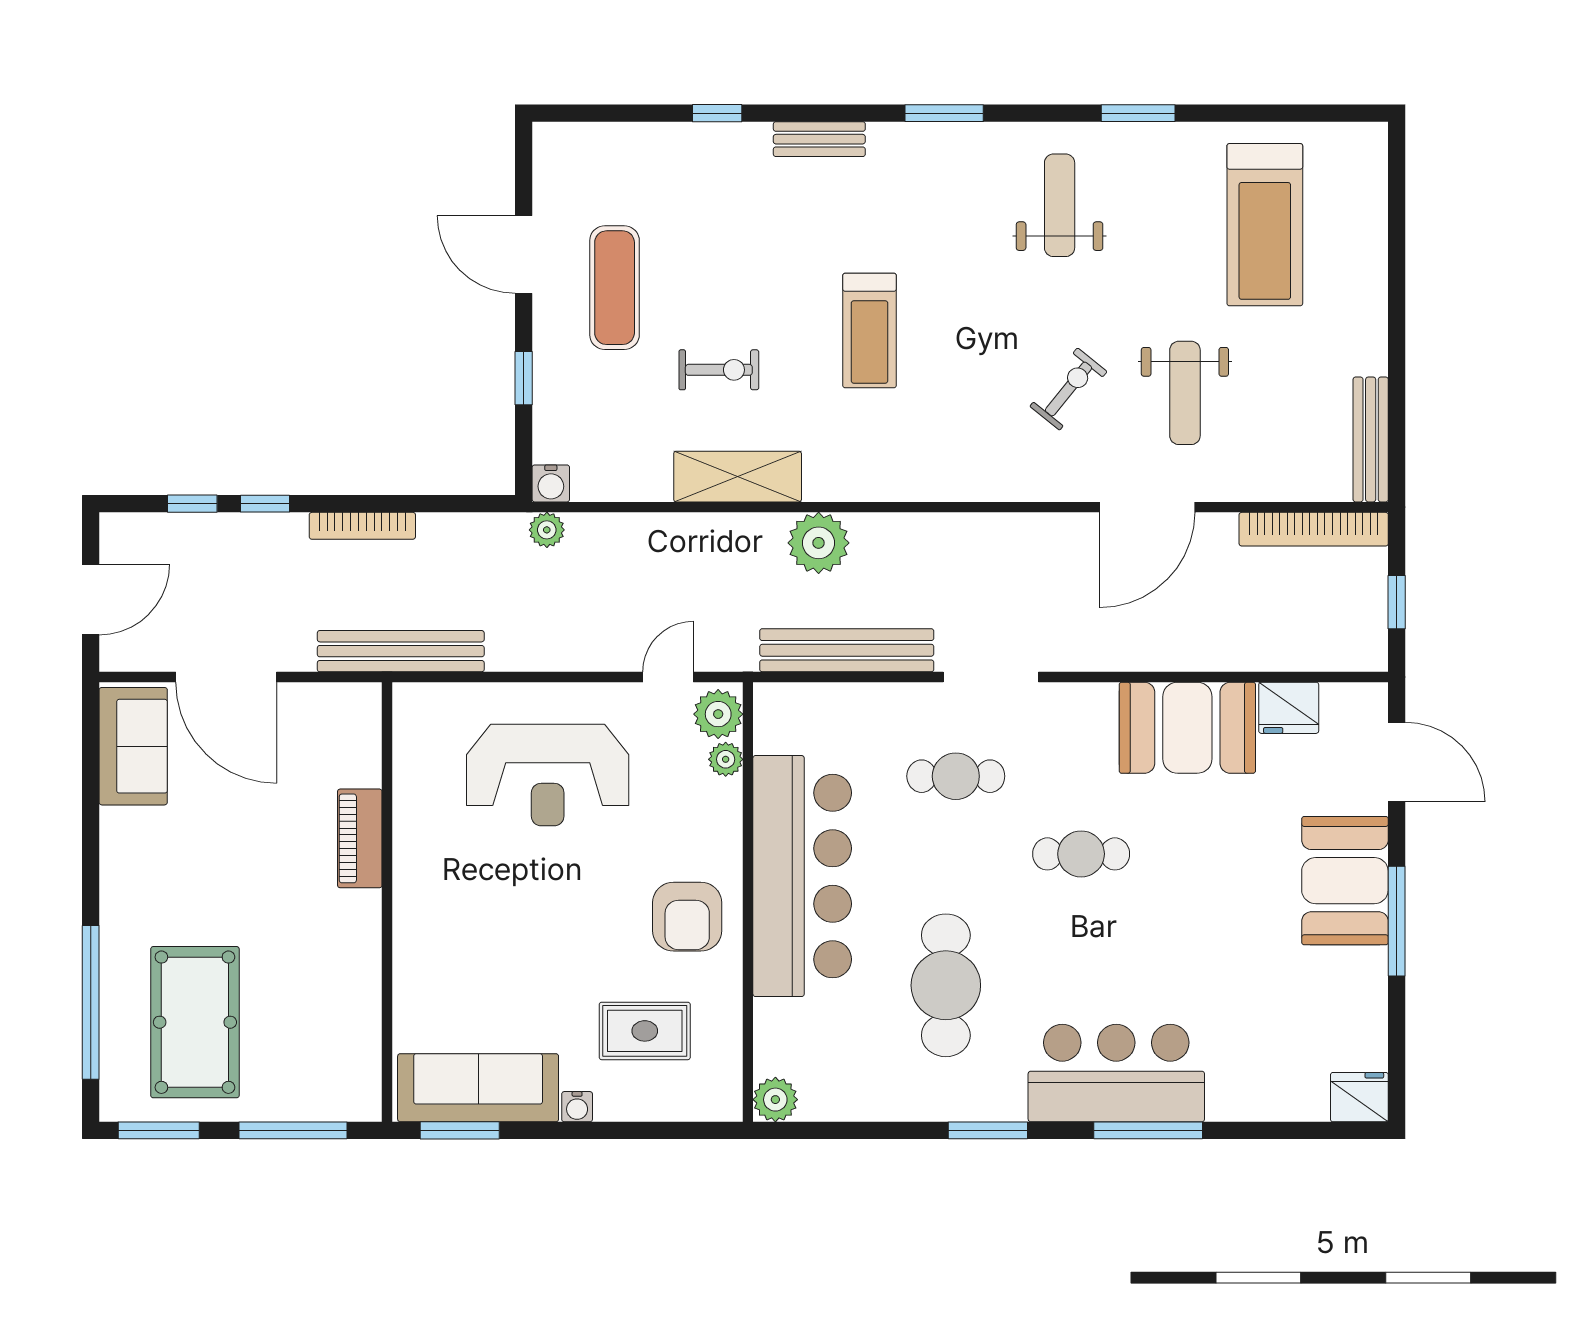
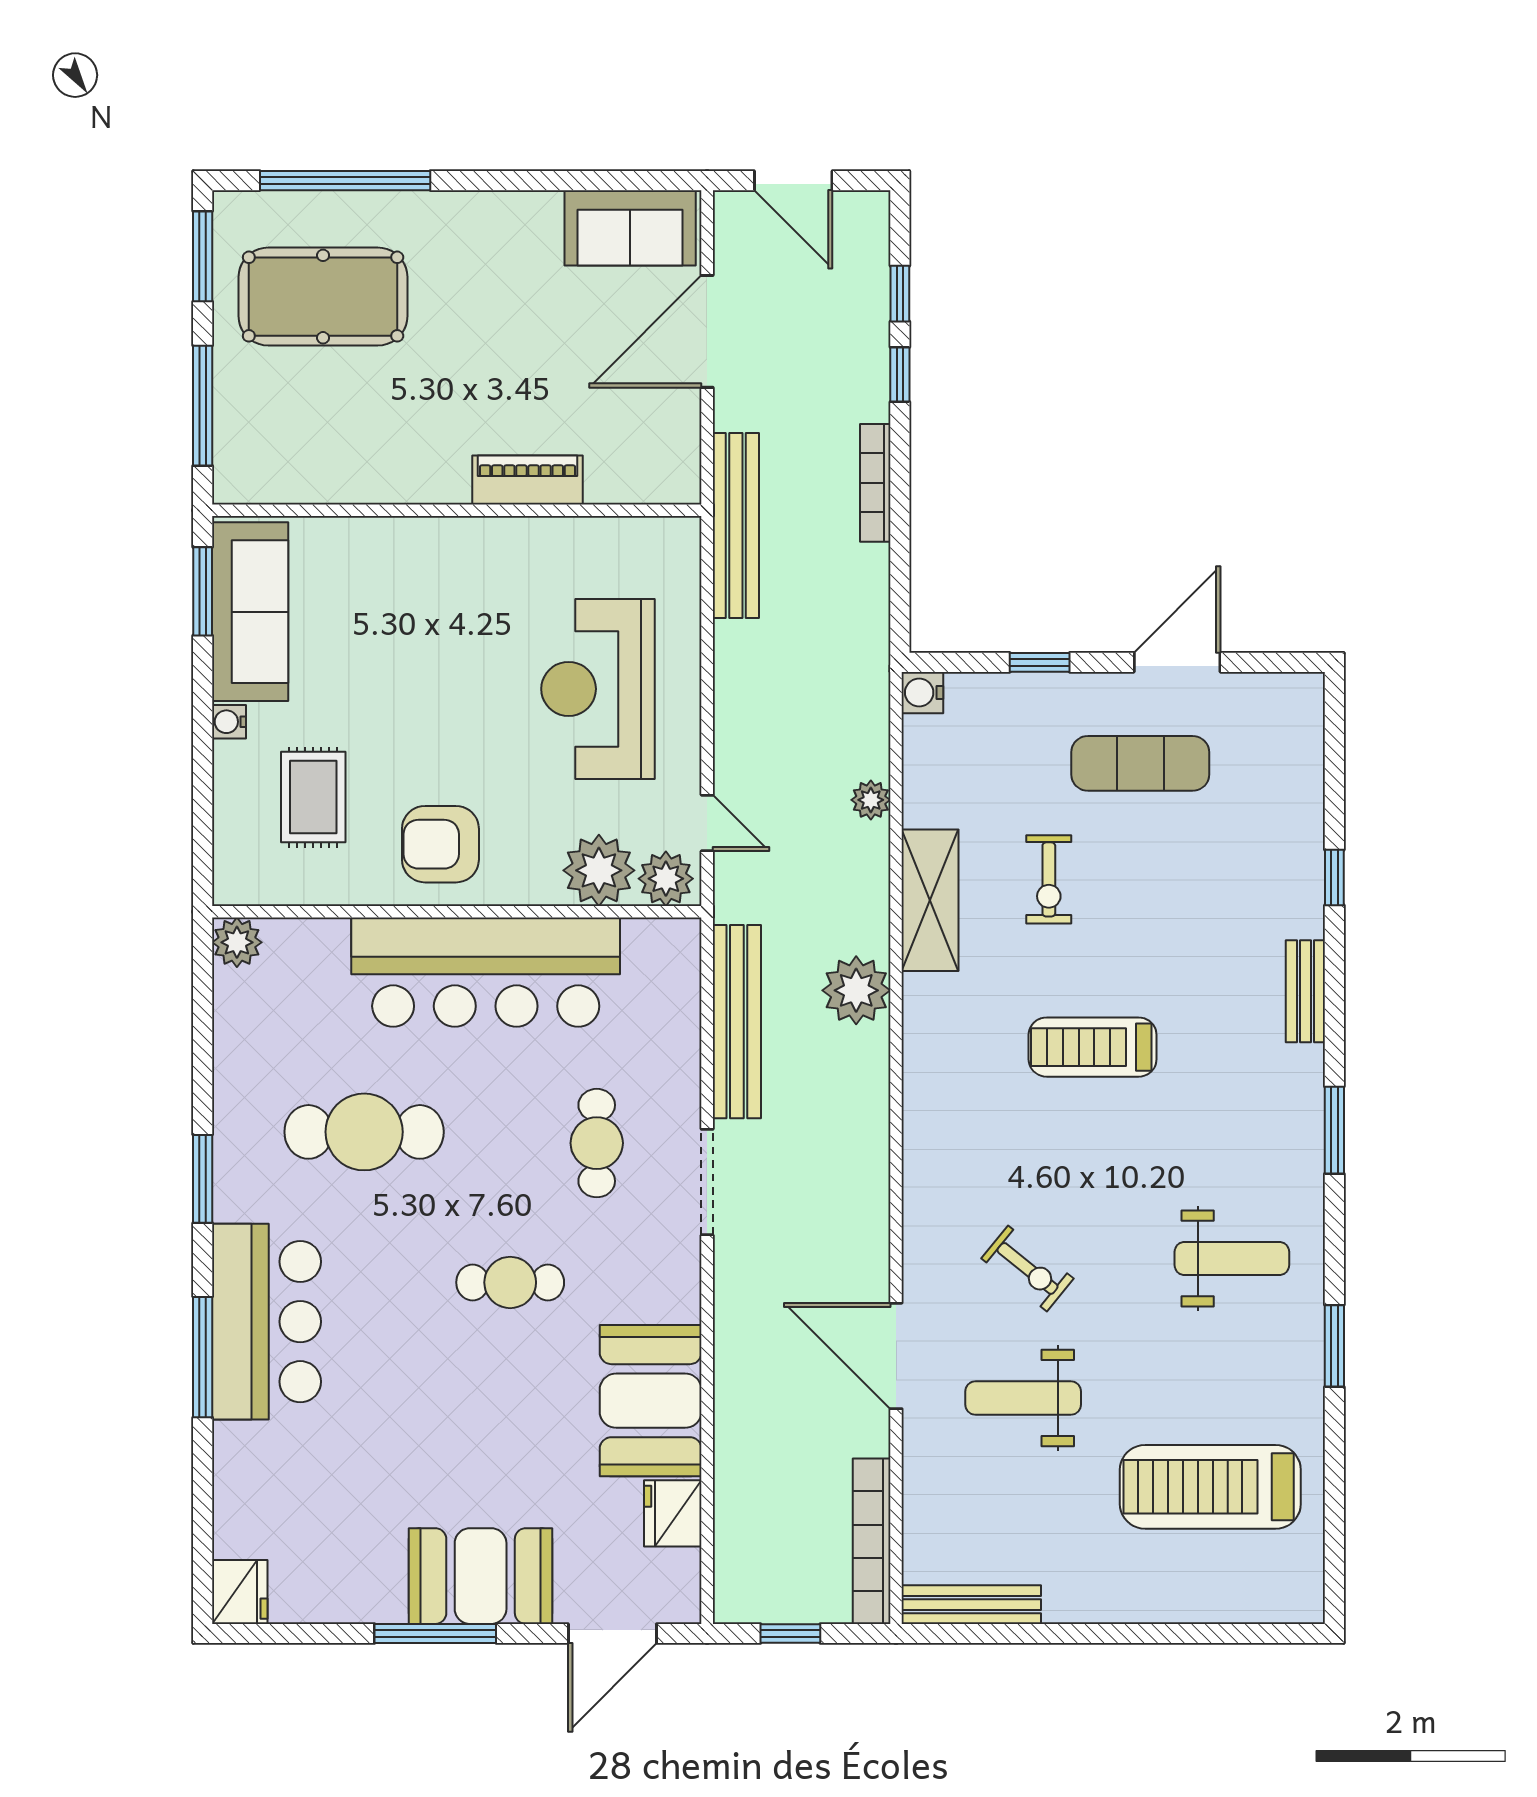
plant: (547, 530) -> (871, 800), moved
plant: (726, 759) -> (599, 870), width x1.88, depth x1.88
cafe table: (1081, 854) -> (510, 1282), turned 90

